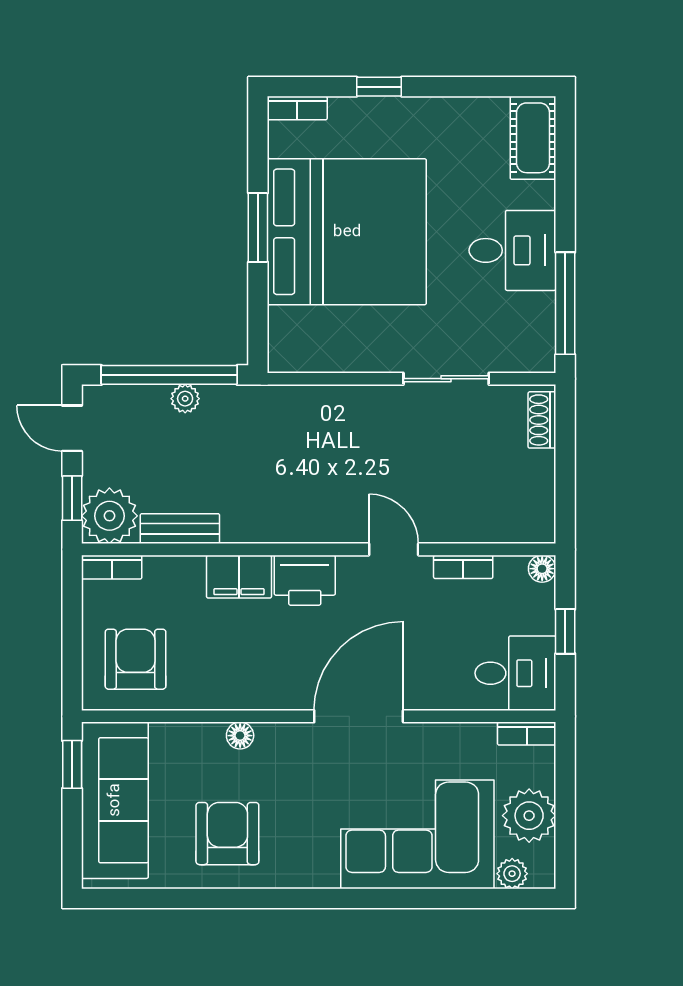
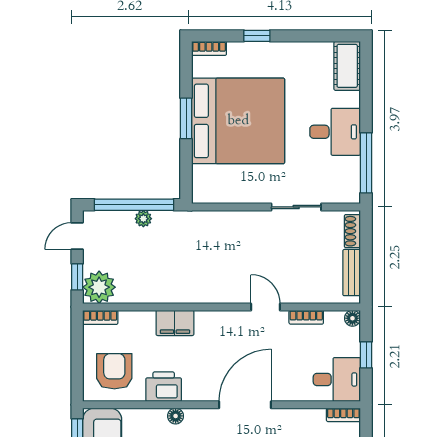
door: (72, 428) -> (77, 236), hinge flipped
bench: (180, 529) -> (352, 273), moved, turned 90
printer: (305, 580) -> (164, 387), moved, turned 180

